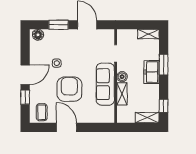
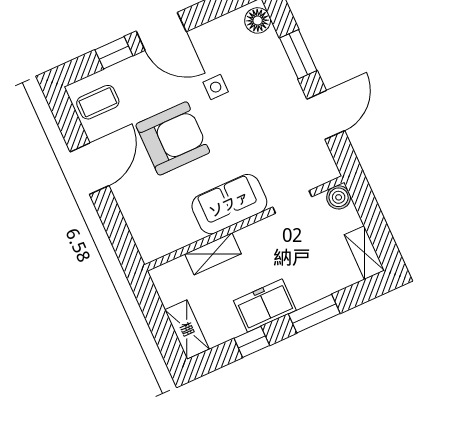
freezer: (152, 72) -> (265, 306), moved
boiler: (122, 77) -> (339, 197), moved
sofa: (105, 84) -> (229, 204), width x0.73
window: (164, 106) -> (252, 342), moved

